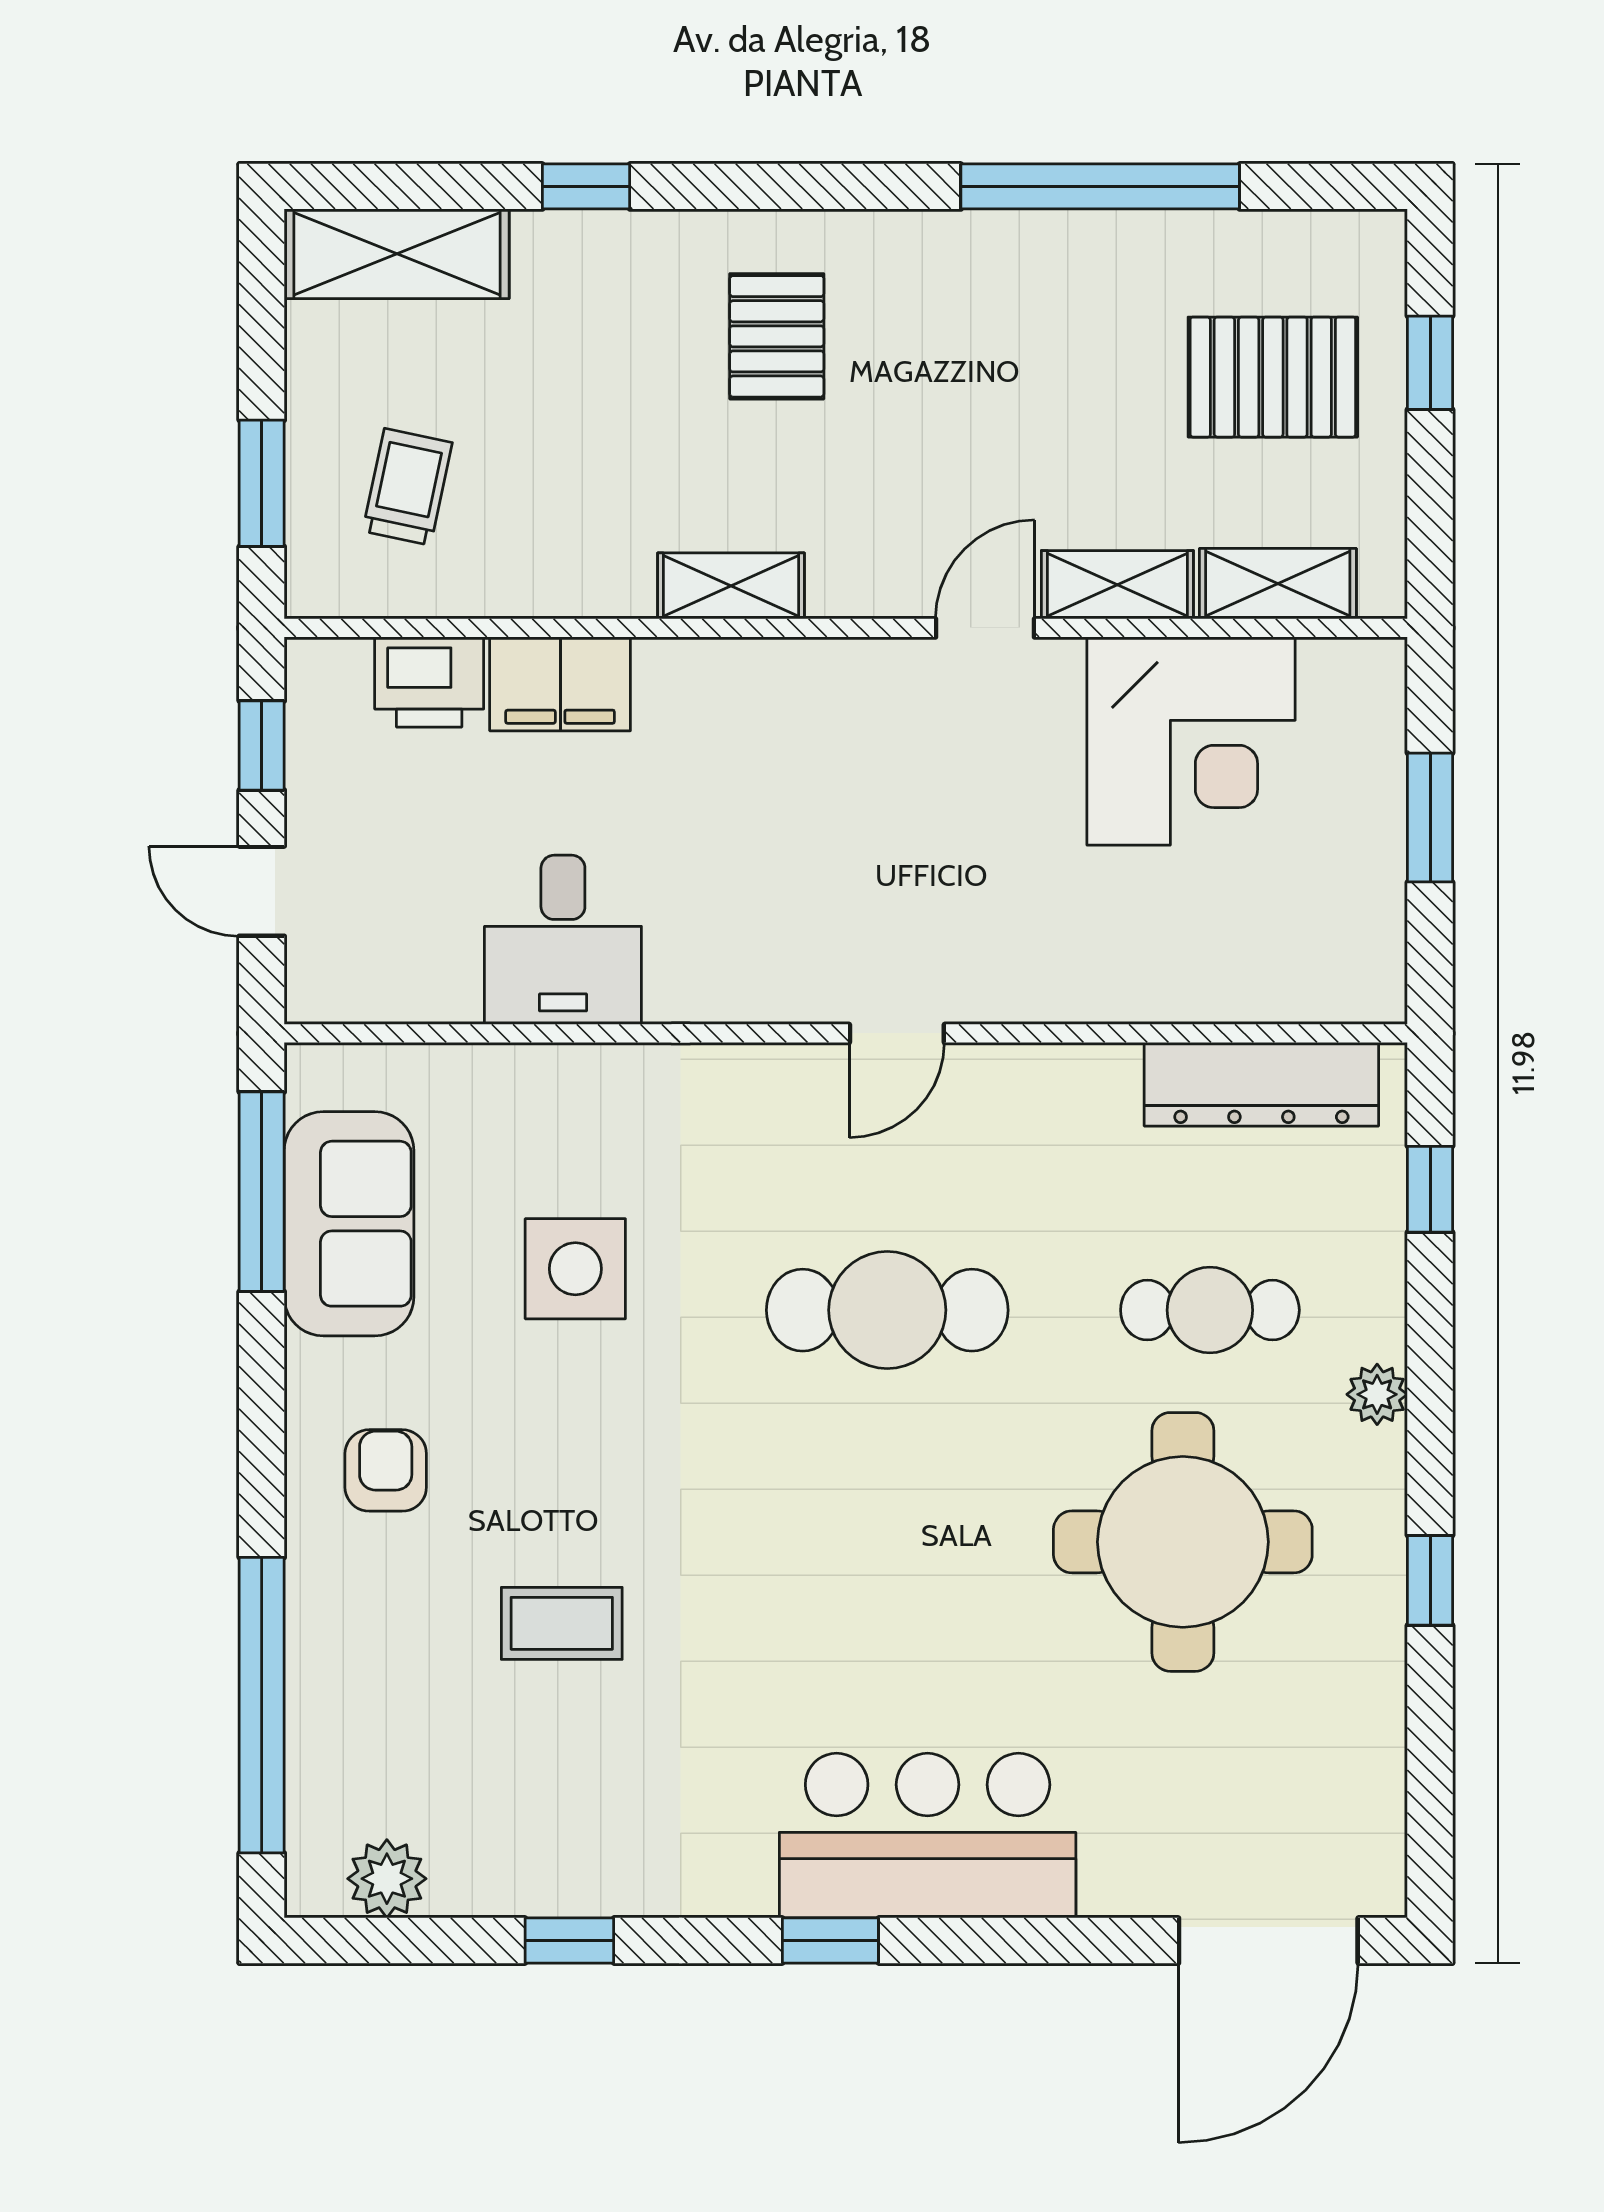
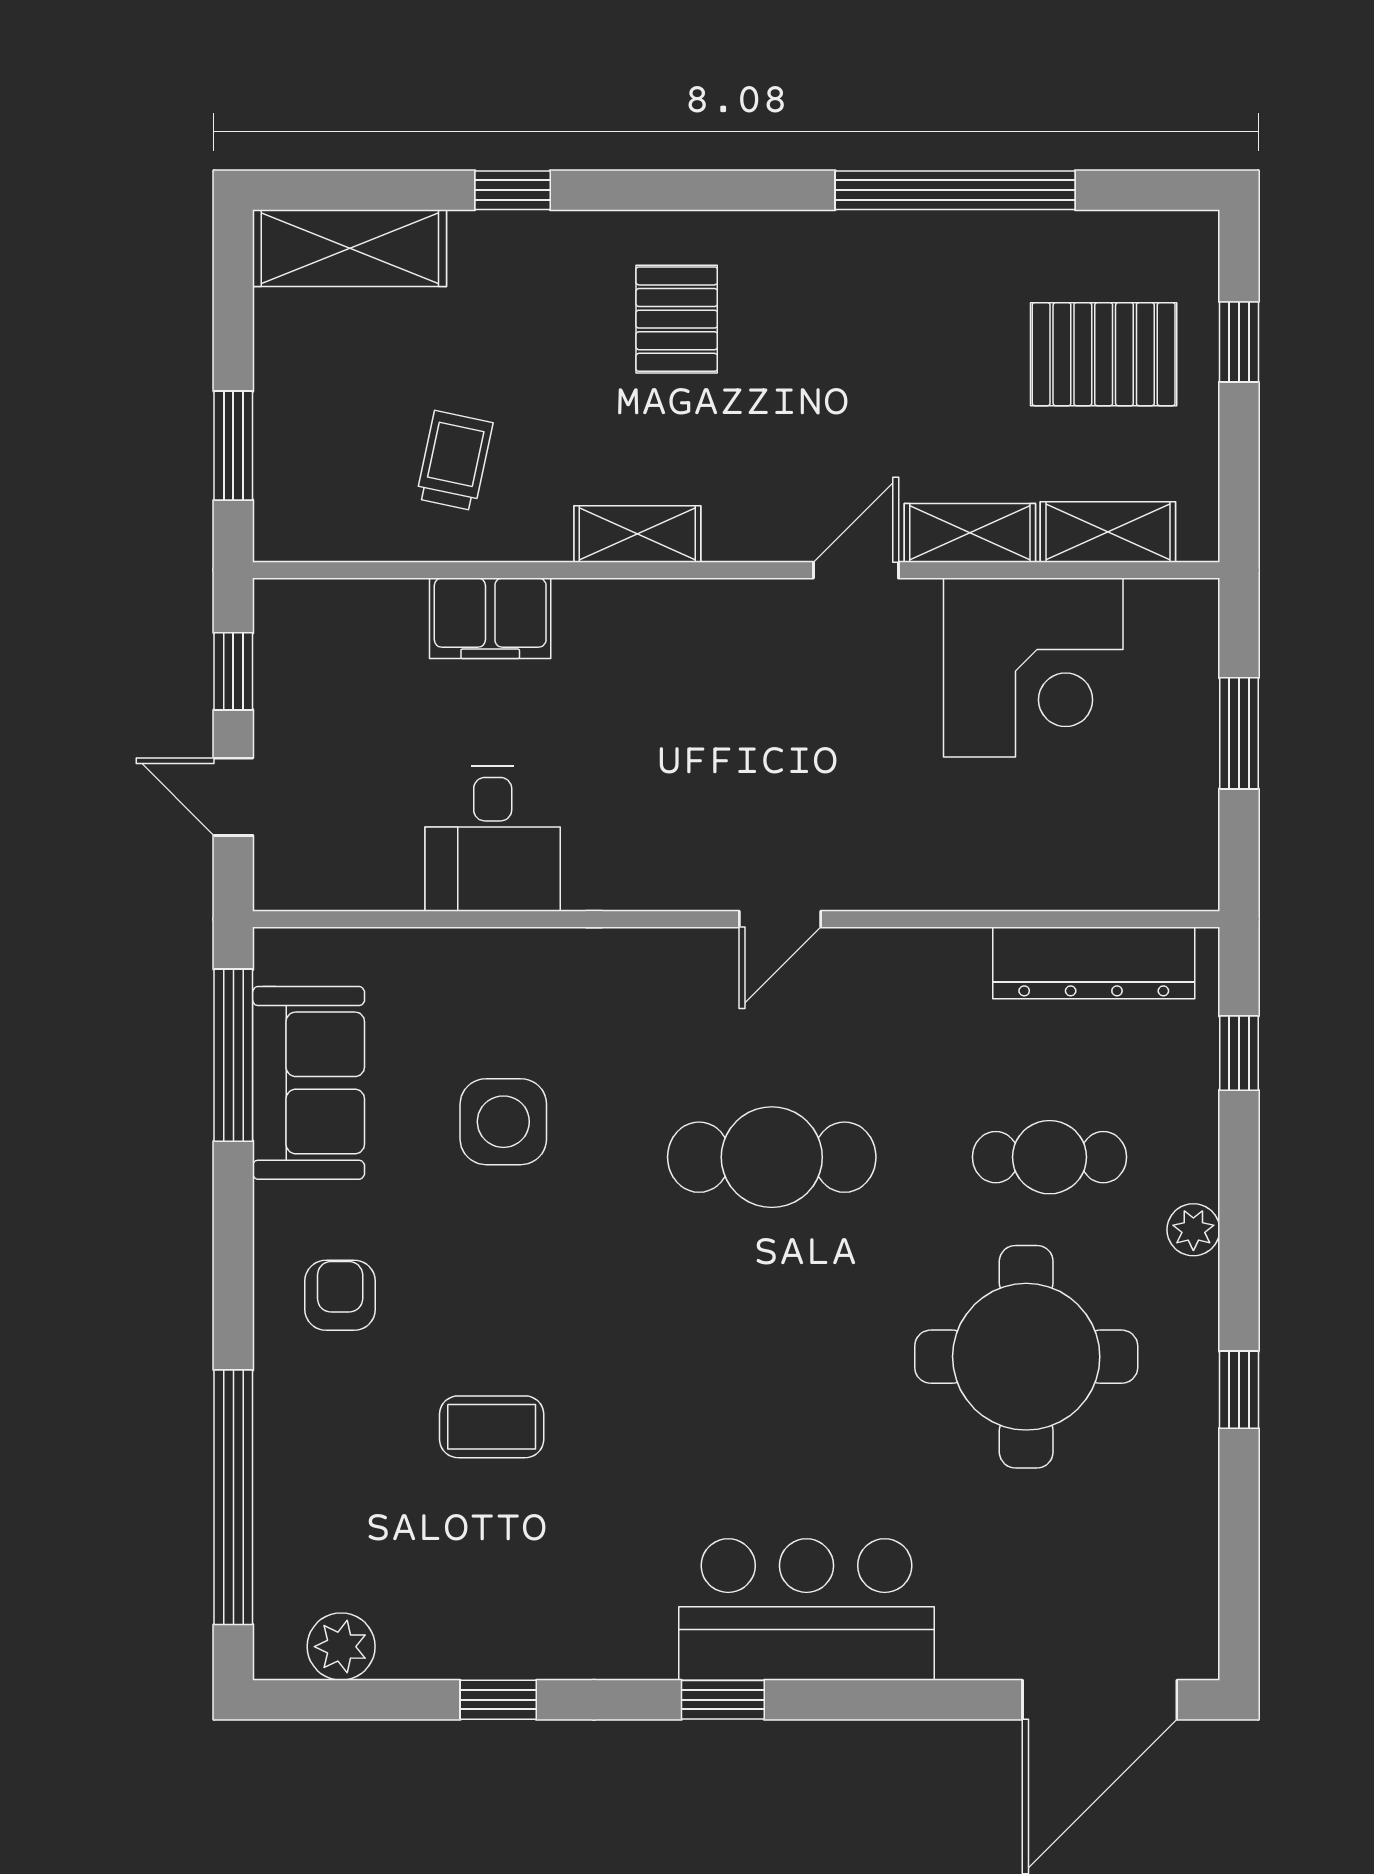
trolley: (407, 487) -> (454, 461), moved
printer: (429, 682) -> (378, 617), removed

